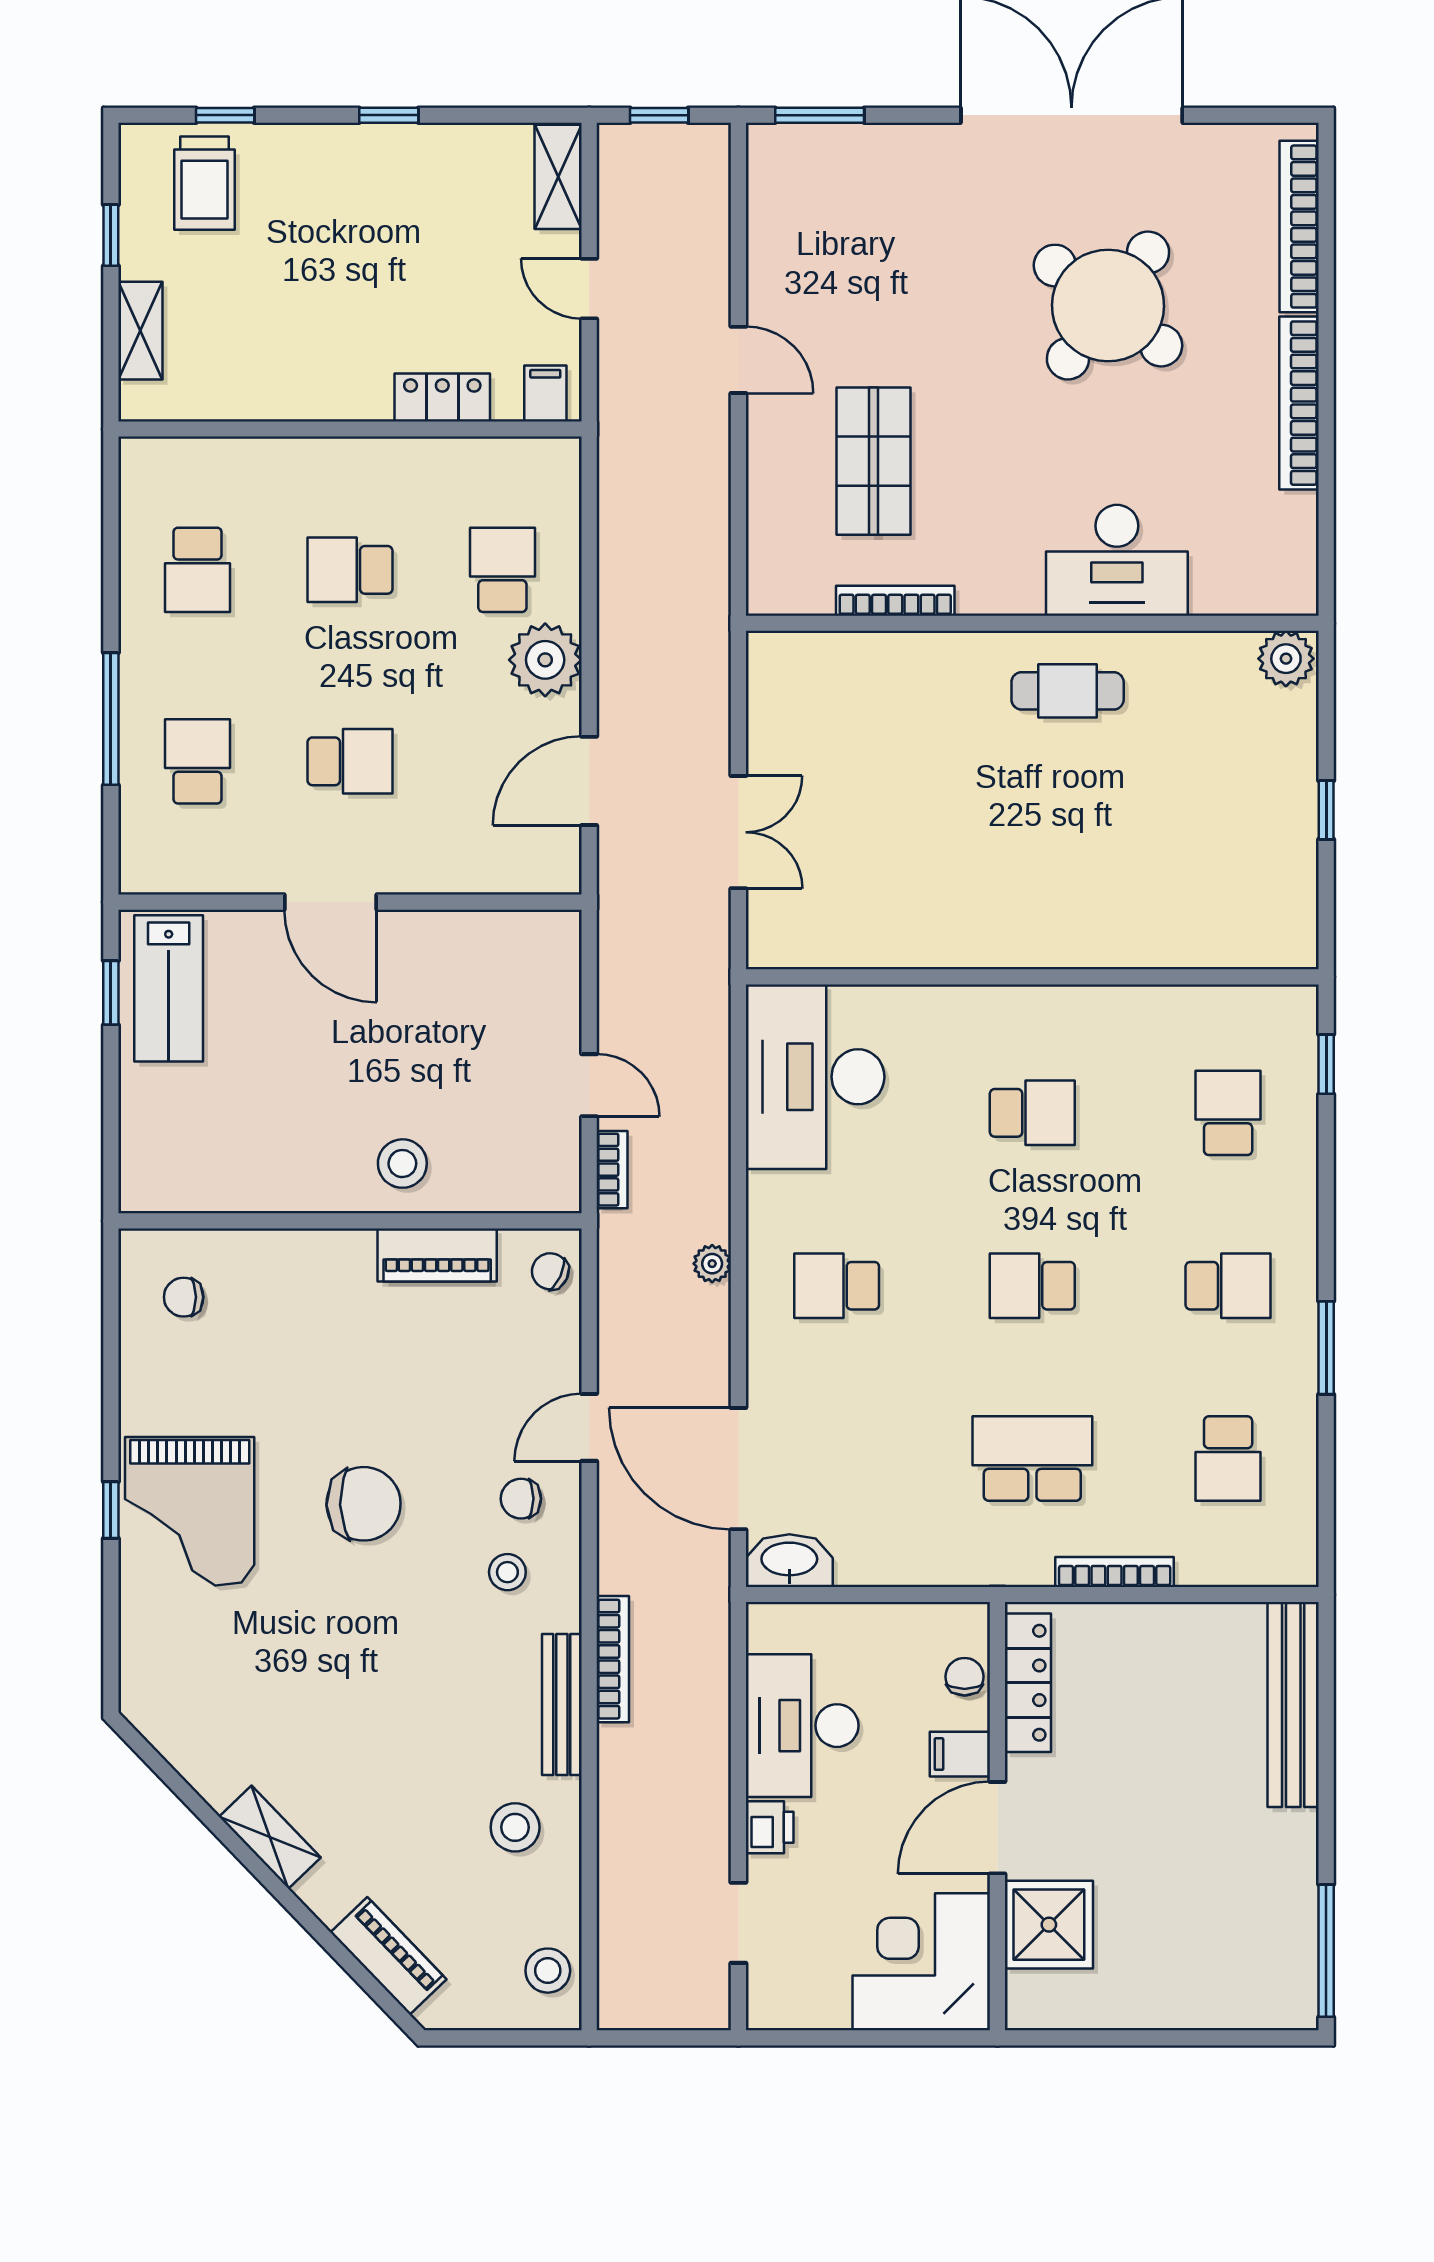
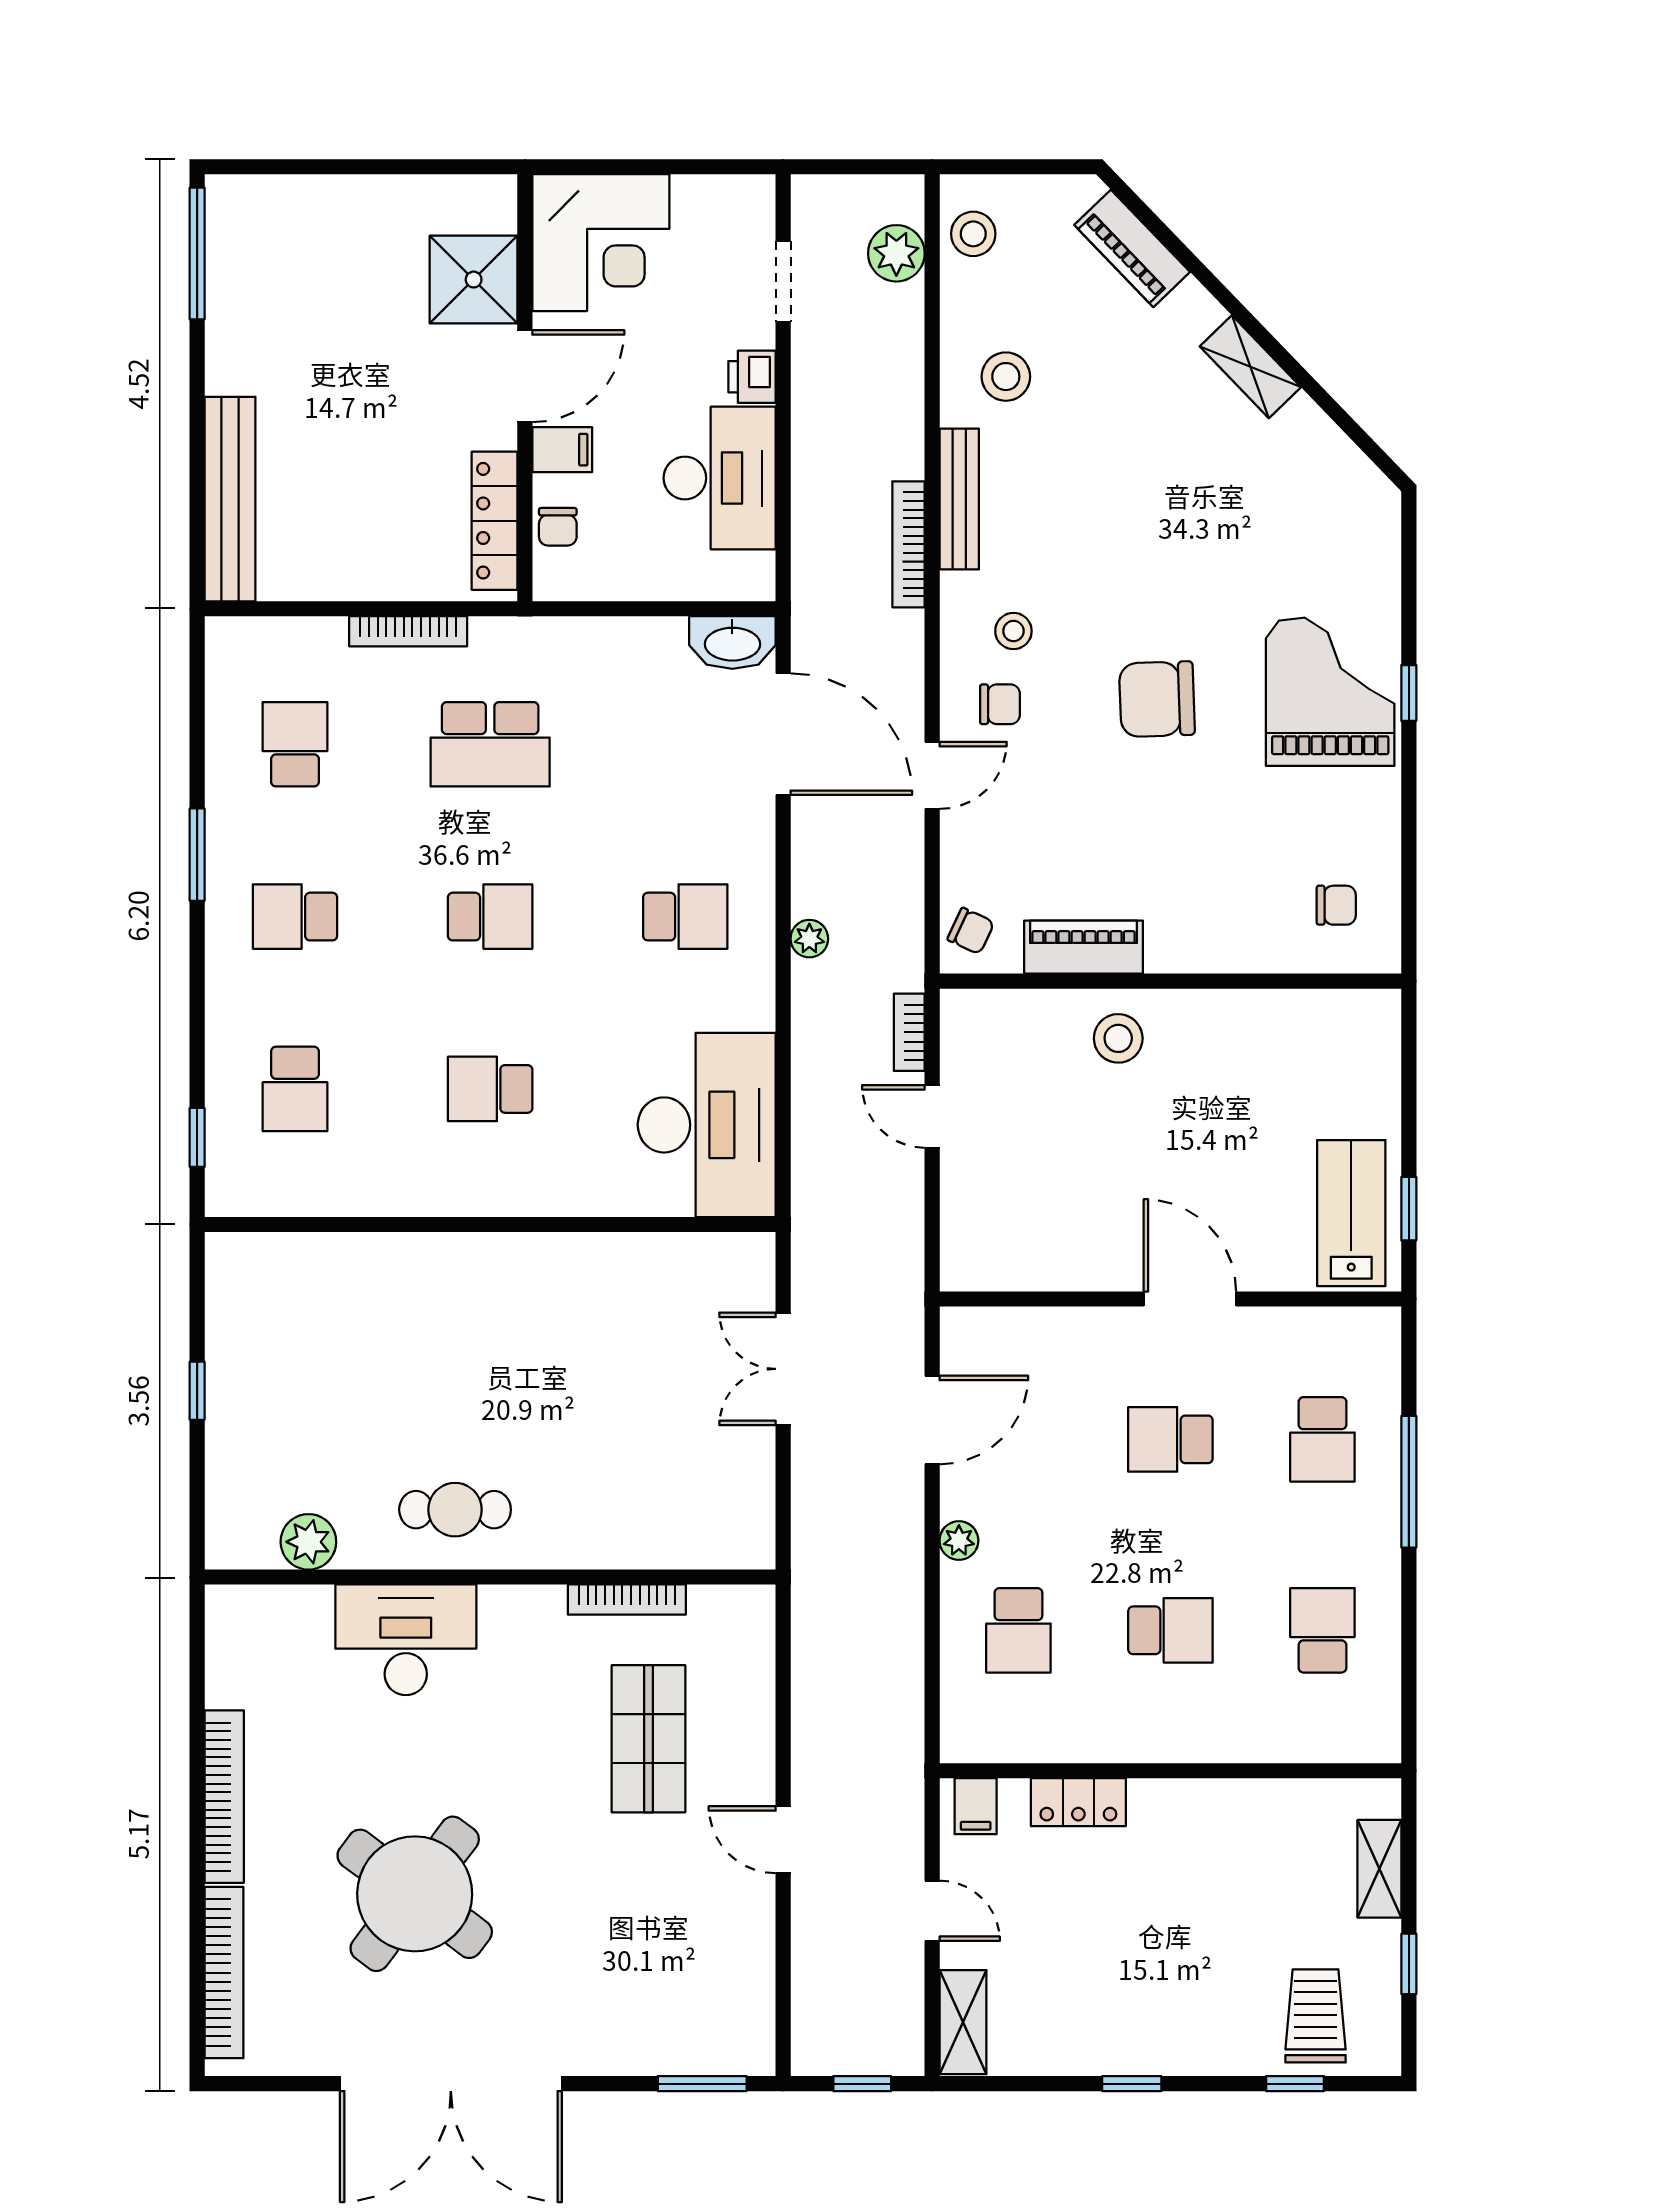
plant: (1286, 659) -> (308, 1542), moved
plant: (545, 660) -> (959, 1541), width x0.53, depth x0.53
plant: (625, 1951) -> (896, 253), added

